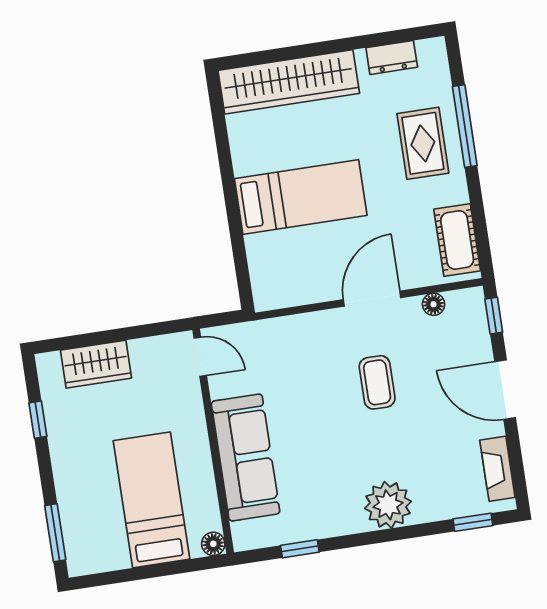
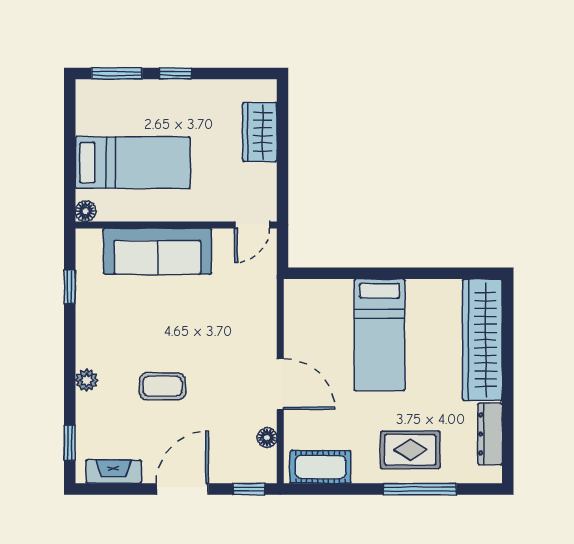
dresser: (392, 57) -> (490, 434), width x1.44
coffee table: (377, 382) -> (162, 386), moved
window: (38, 420) -> (176, 73), moved
plant: (388, 505) -> (87, 380), width x0.53, depth x0.53

